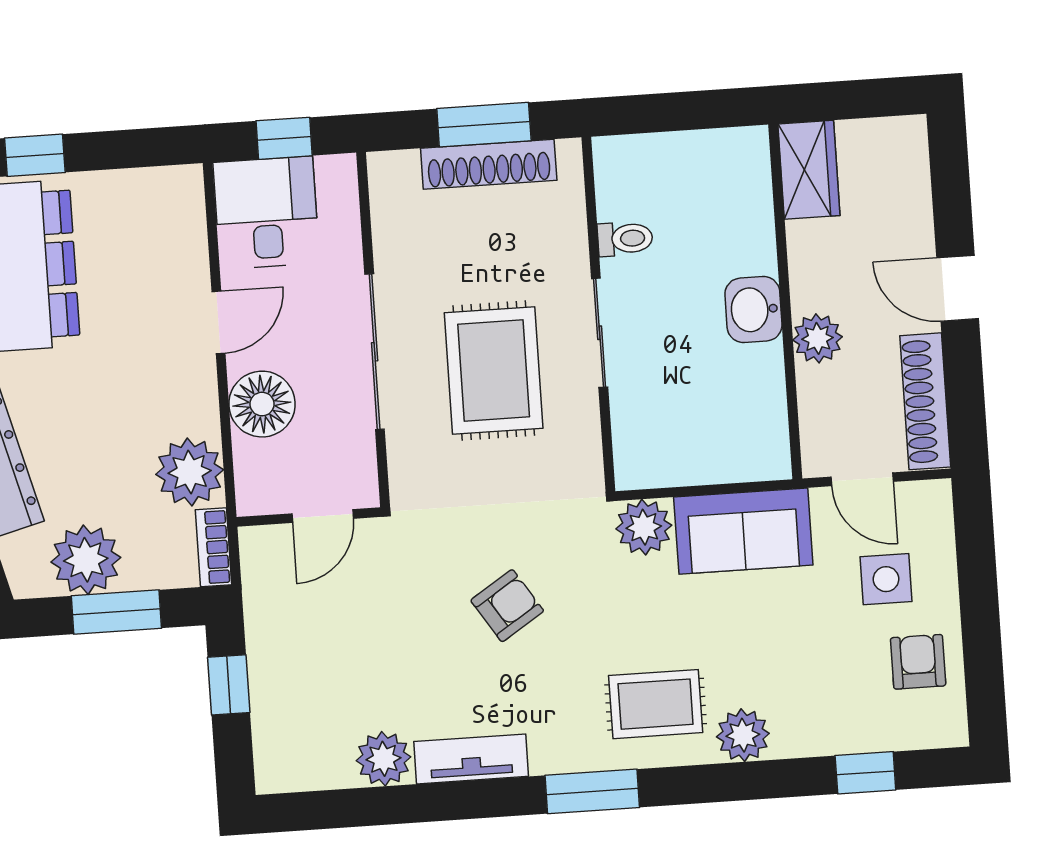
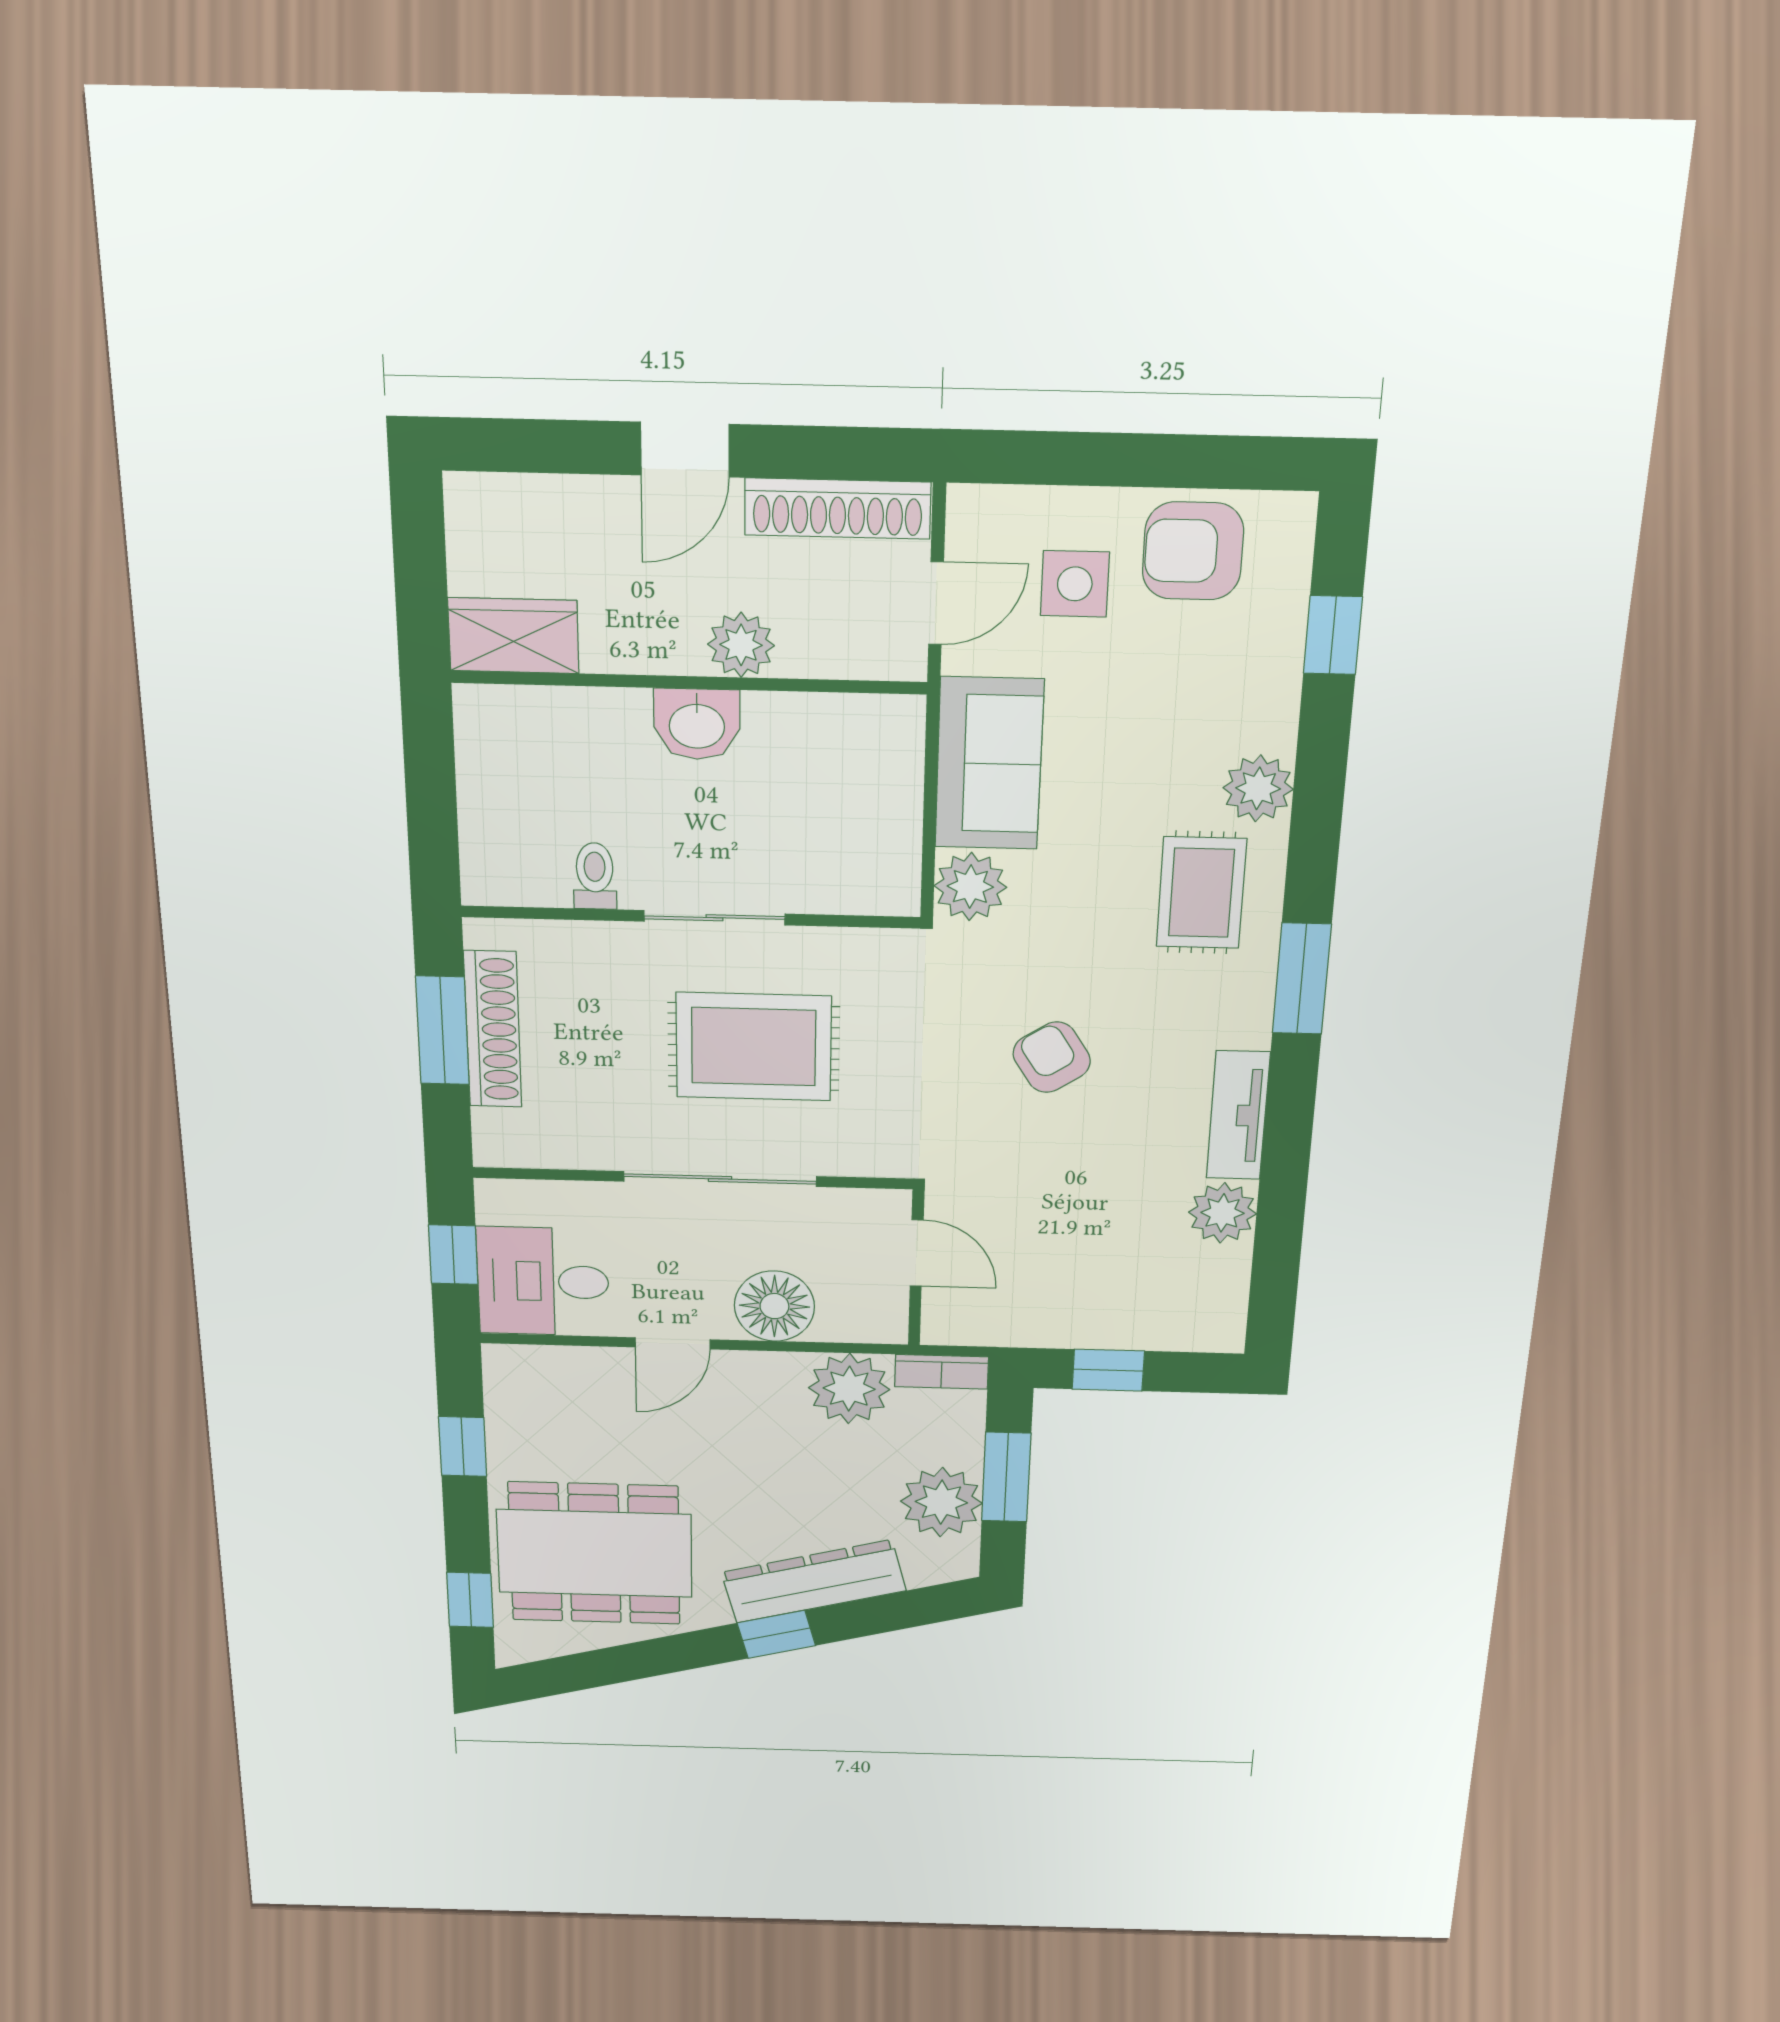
window: (35, 155) -> (463, 1447), moved
door: (218, 322) -> (673, 1343), swing flipped
armchair: (918, 662) -> (1193, 551), width x1.38, depth x1.38

